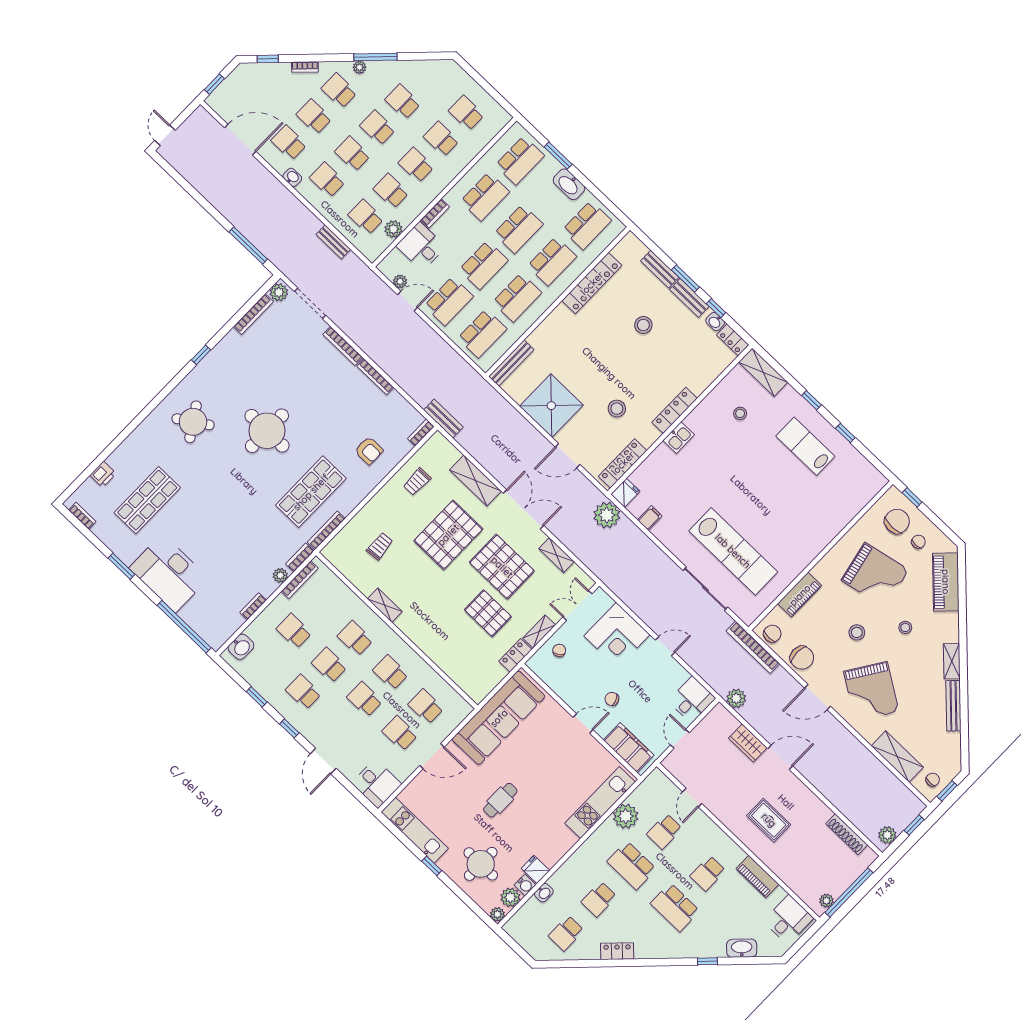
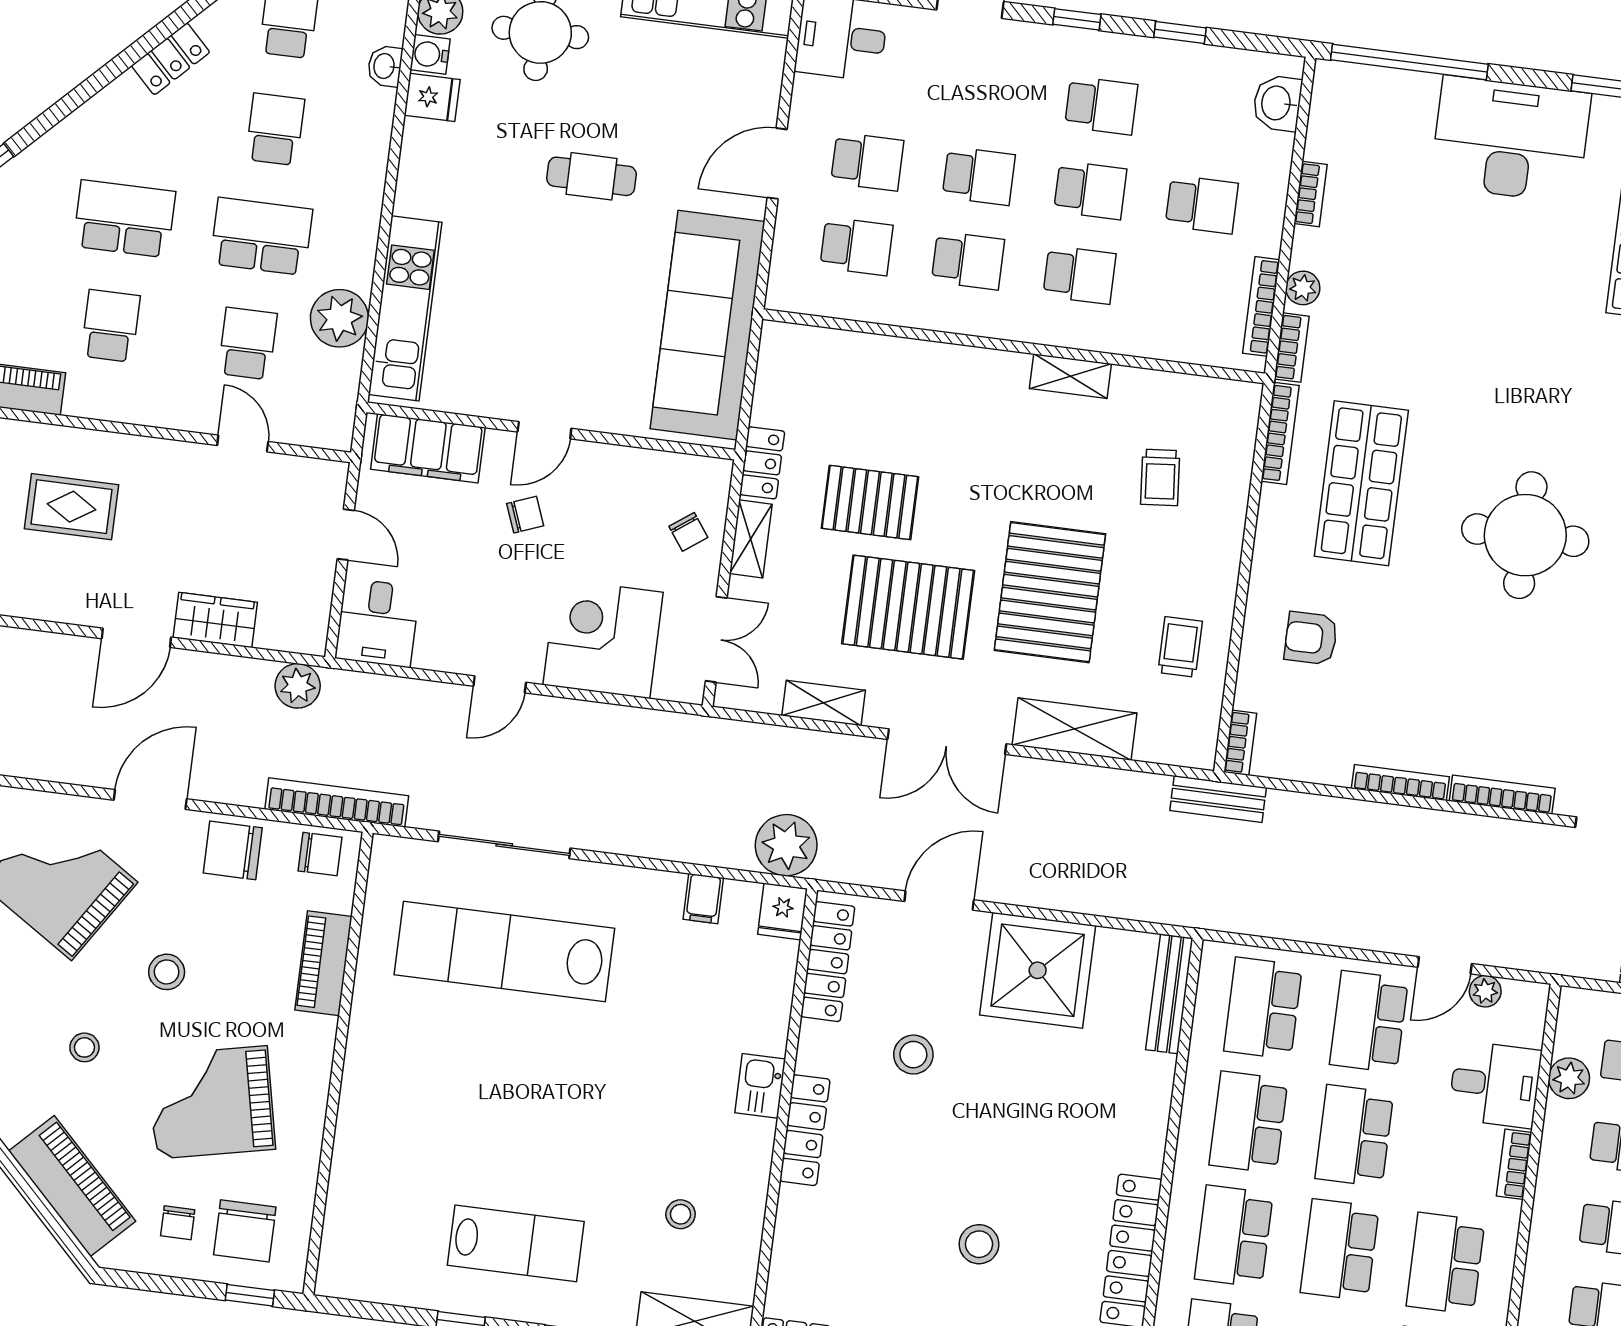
chair: (772, 634) -> (320, 854), turned -90
cafe table: (500, 800) -> (592, 176), turned 90

